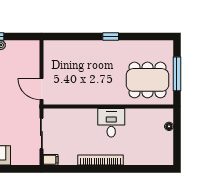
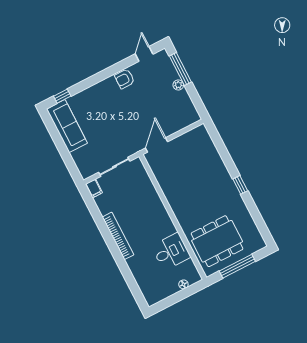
dining table: (147, 80) -> (217, 241), turned 90
desk: (111, 123) -> (171, 252), moved

